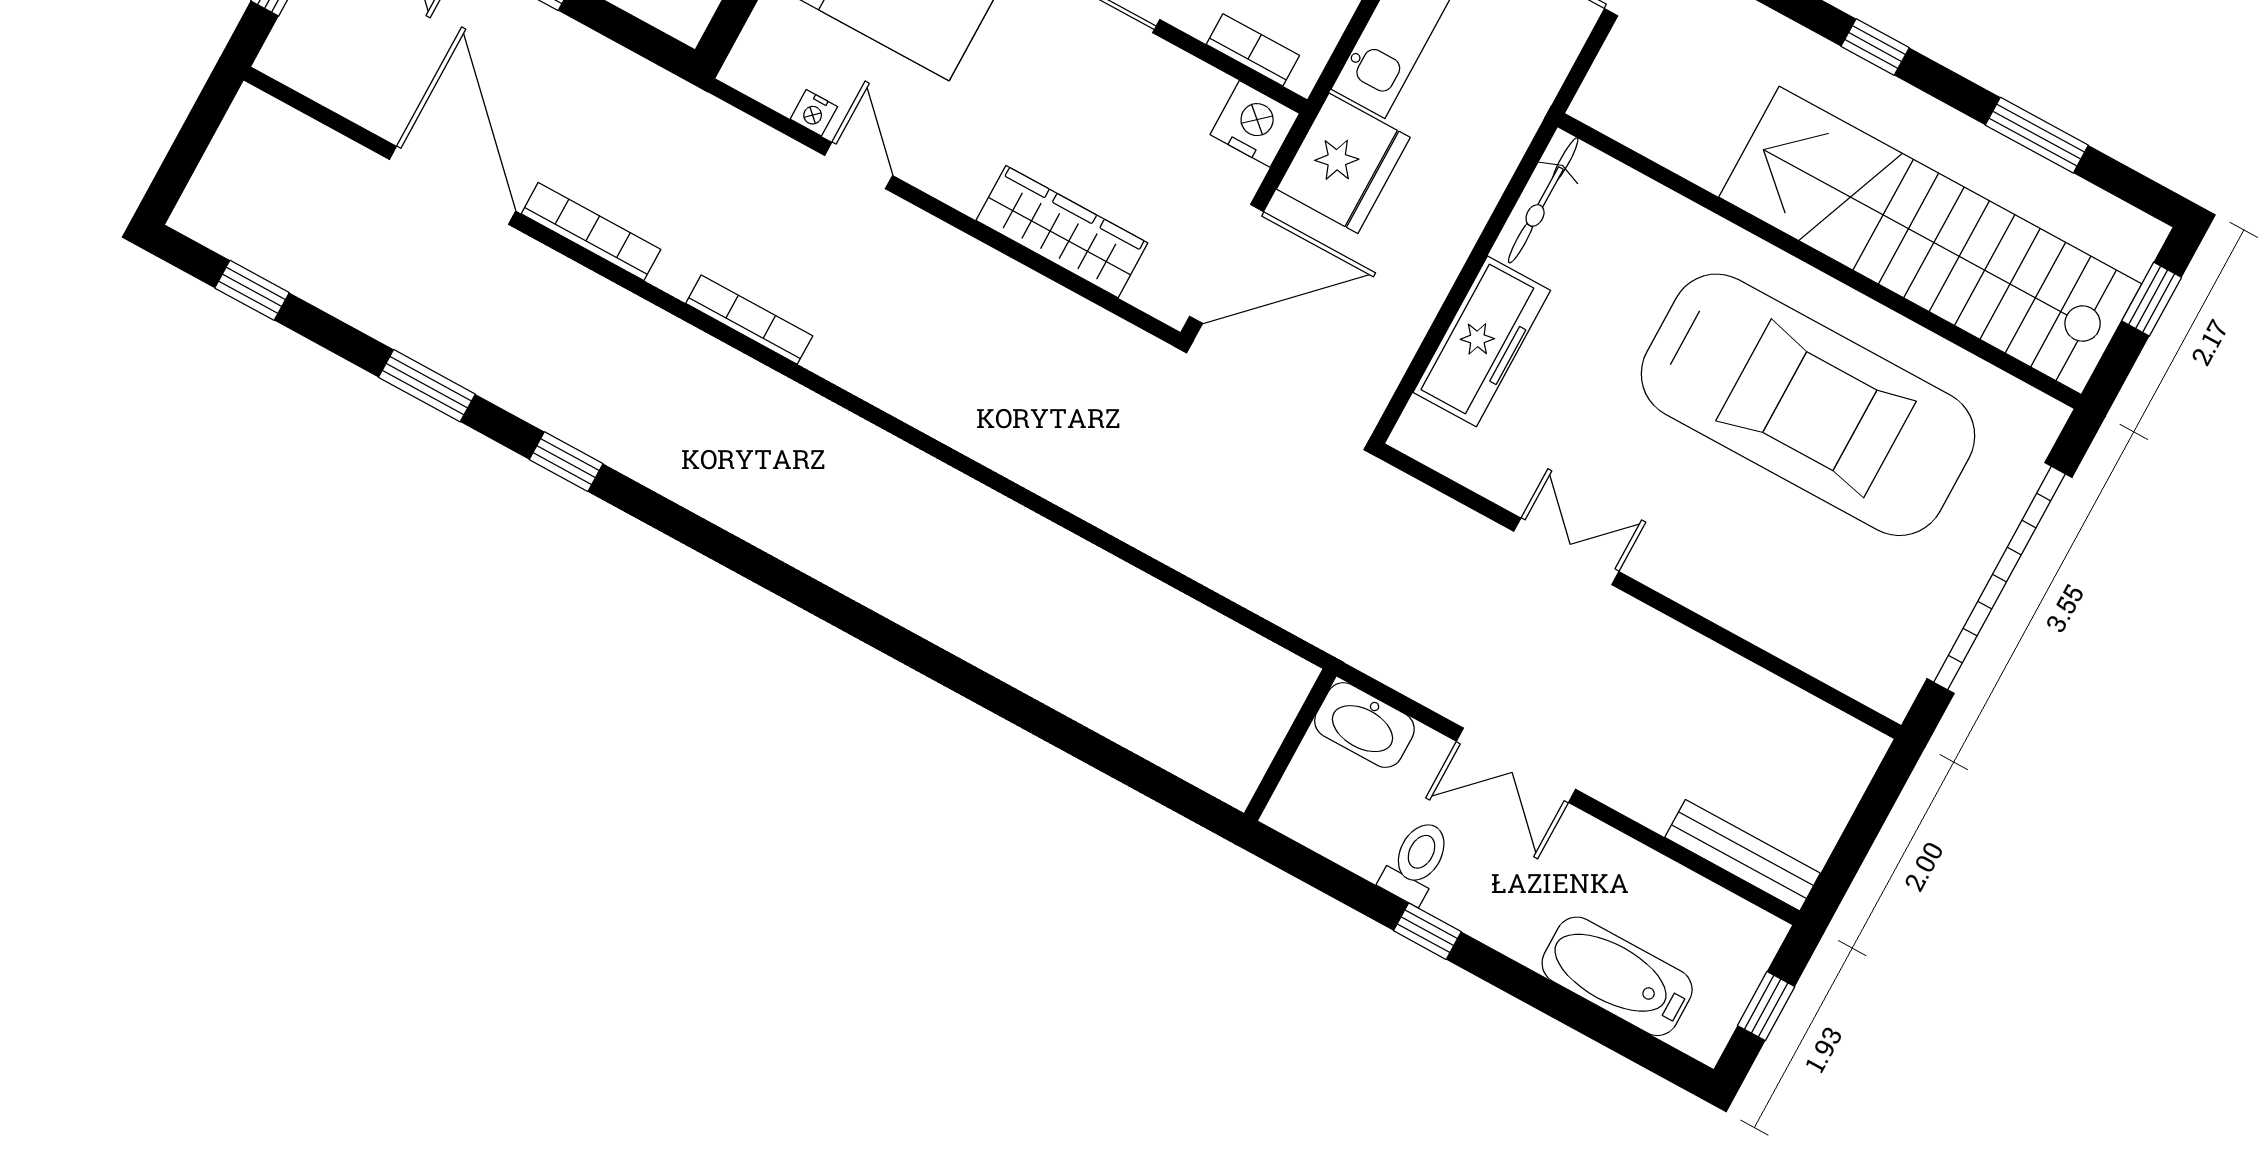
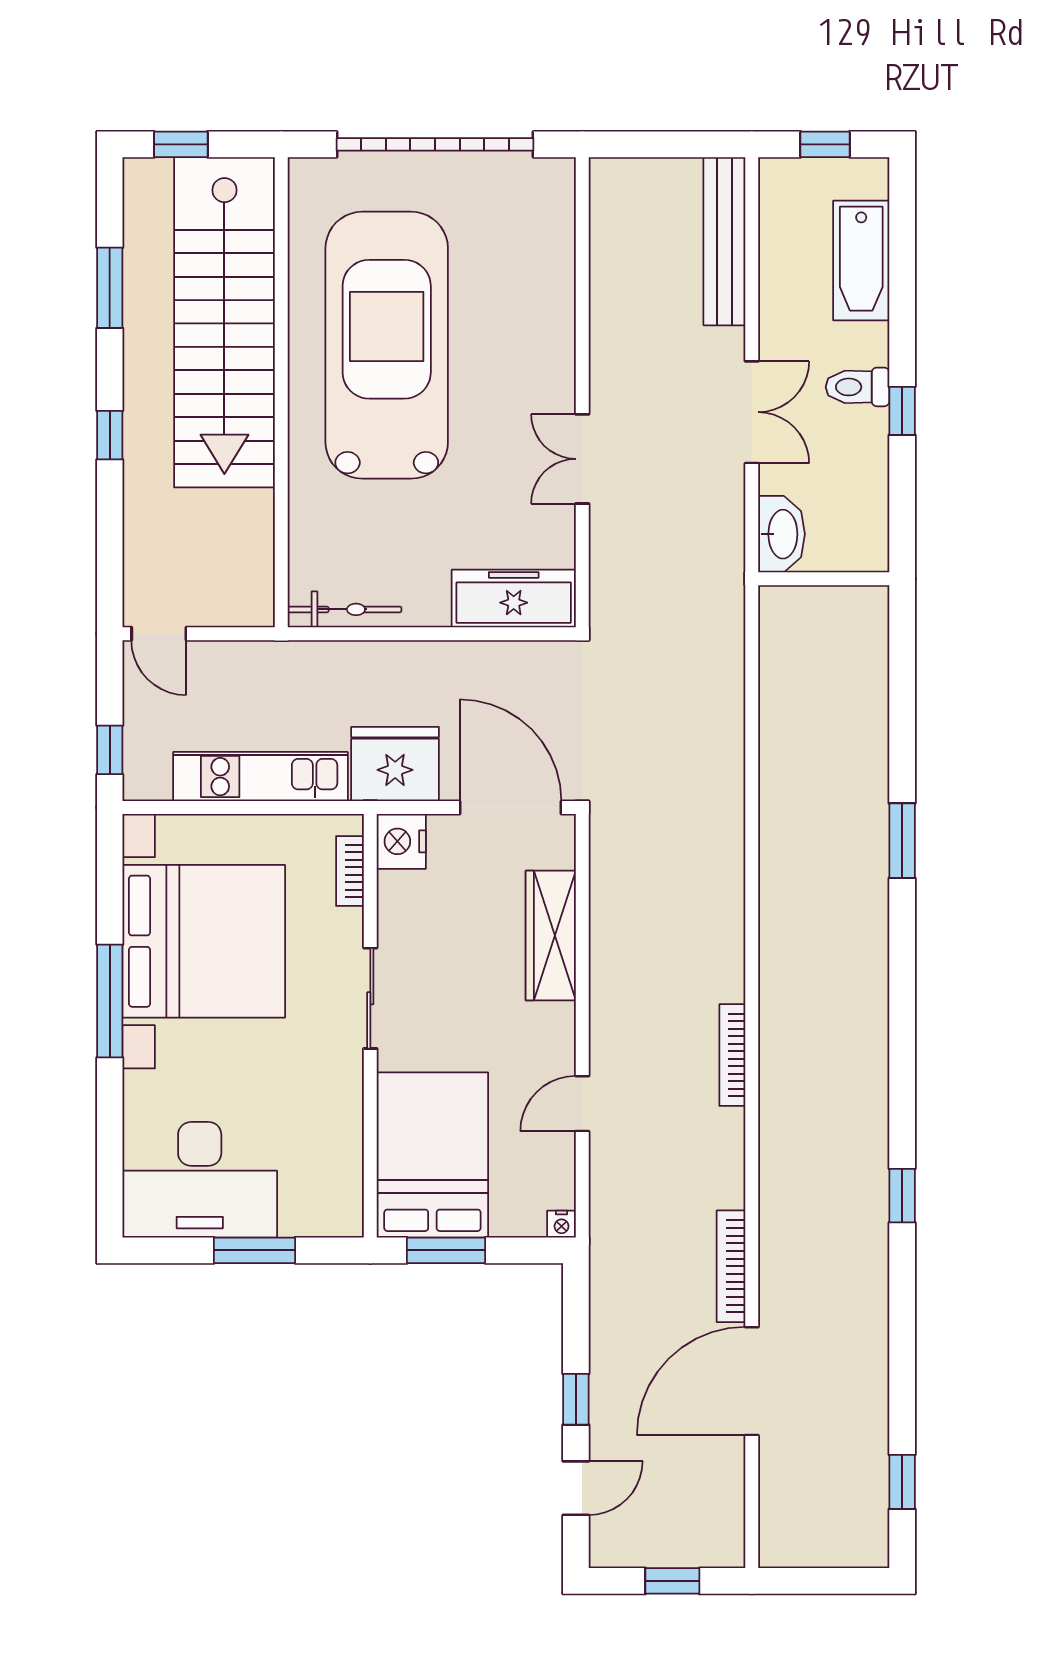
nightstand: (814, 113) -> (562, 1224), moved, turned 90
bookcase: (749, 320) -> (732, 1055), moved
freezer: (1482, 341) -> (514, 599), moved
window: (427, 386) -> (902, 841), moved
bench: (1743, 855) -> (724, 241), width x1.37, depth x1.21
toilet: (1416, 862) -> (858, 387), moved

